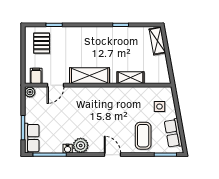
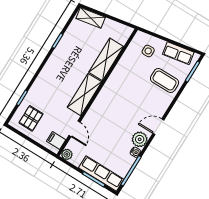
pallet: (42, 43) -> (31, 118), turned 90
shelving: (130, 78) -> (106, 59), width x1.50, depth x1.33
row of seats: (32, 138) -> (101, 174), width x1.48
door: (112, 155) -> (158, 127), moved

